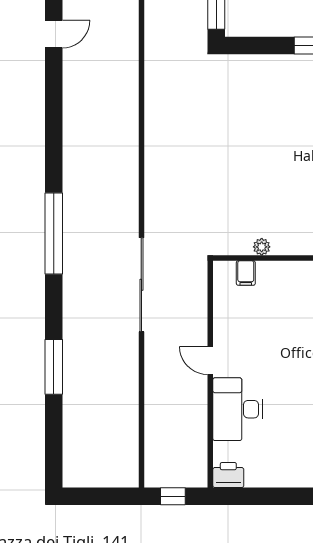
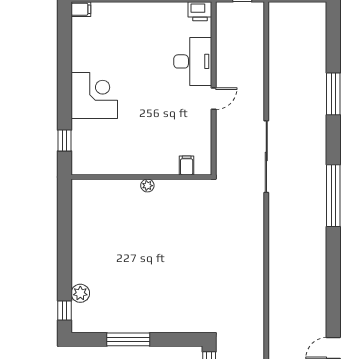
plant: (262, 247) -> (147, 186), moved
door: (210, 360) -> (214, 99), hinge flipped

